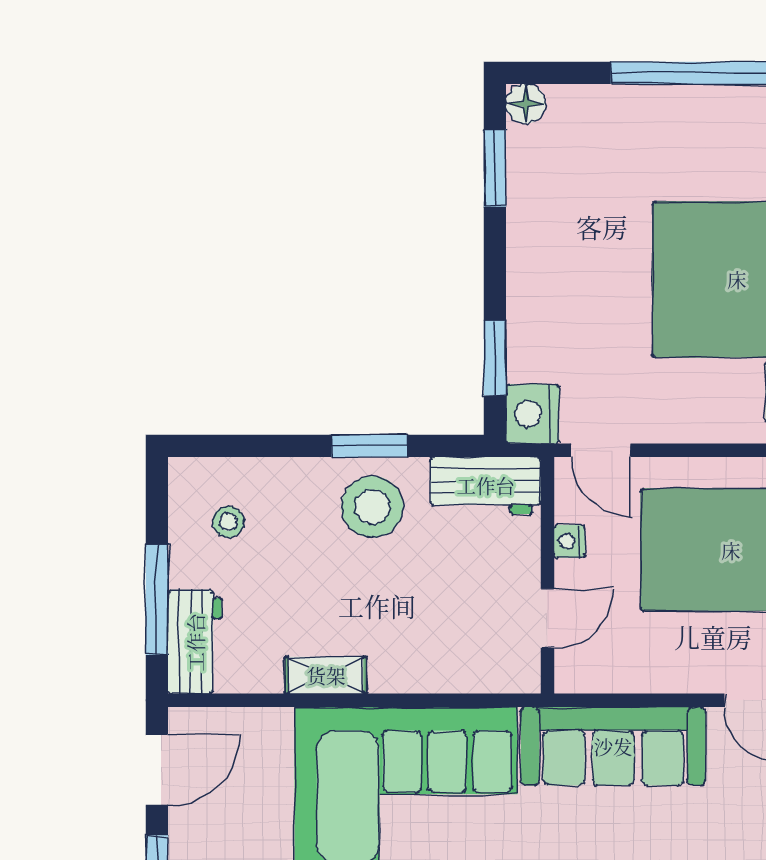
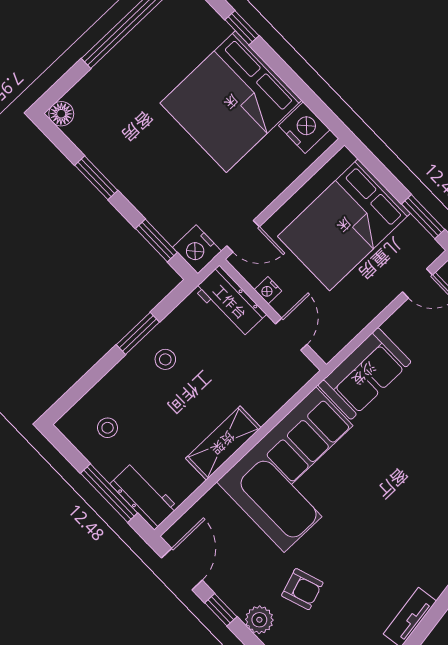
window: (495, 168) -> (96, 178), moved
workbench: (486, 485) -> (230, 302), moved, turned 90
stool: (372, 507) -> (165, 359), width x0.53, depth x0.53
shelving: (326, 675) -> (223, 443), width x1.50, depth x1.33
sofa: (613, 746) -> (364, 374), width x0.73

